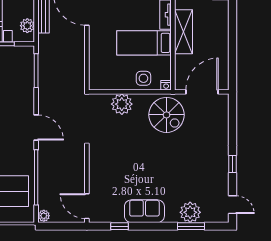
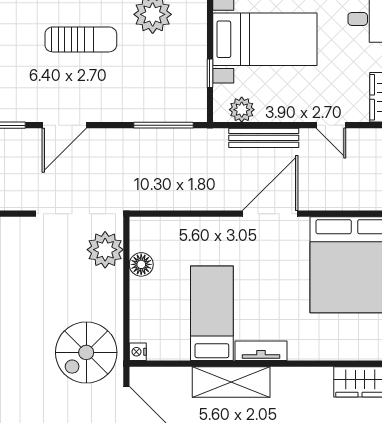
side table: (143, 78) -> (150, 312), removed
floor lamp: (116, 83) -> (141, 264), added
plant: (122, 104) -> (105, 250), moved

